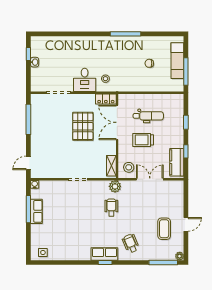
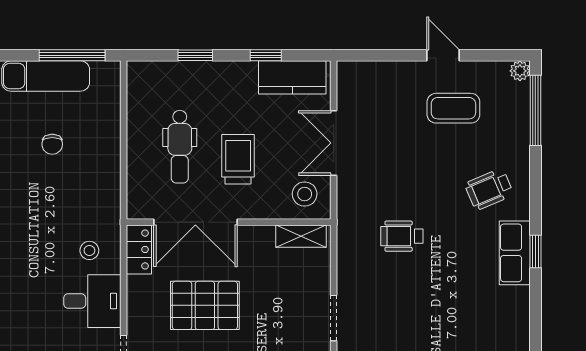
dental chair: (148, 116) -> (180, 147), turned 180
trolley: (143, 140) -> (238, 159), turned 180
plant: (115, 186) -> (351, 227), removed

